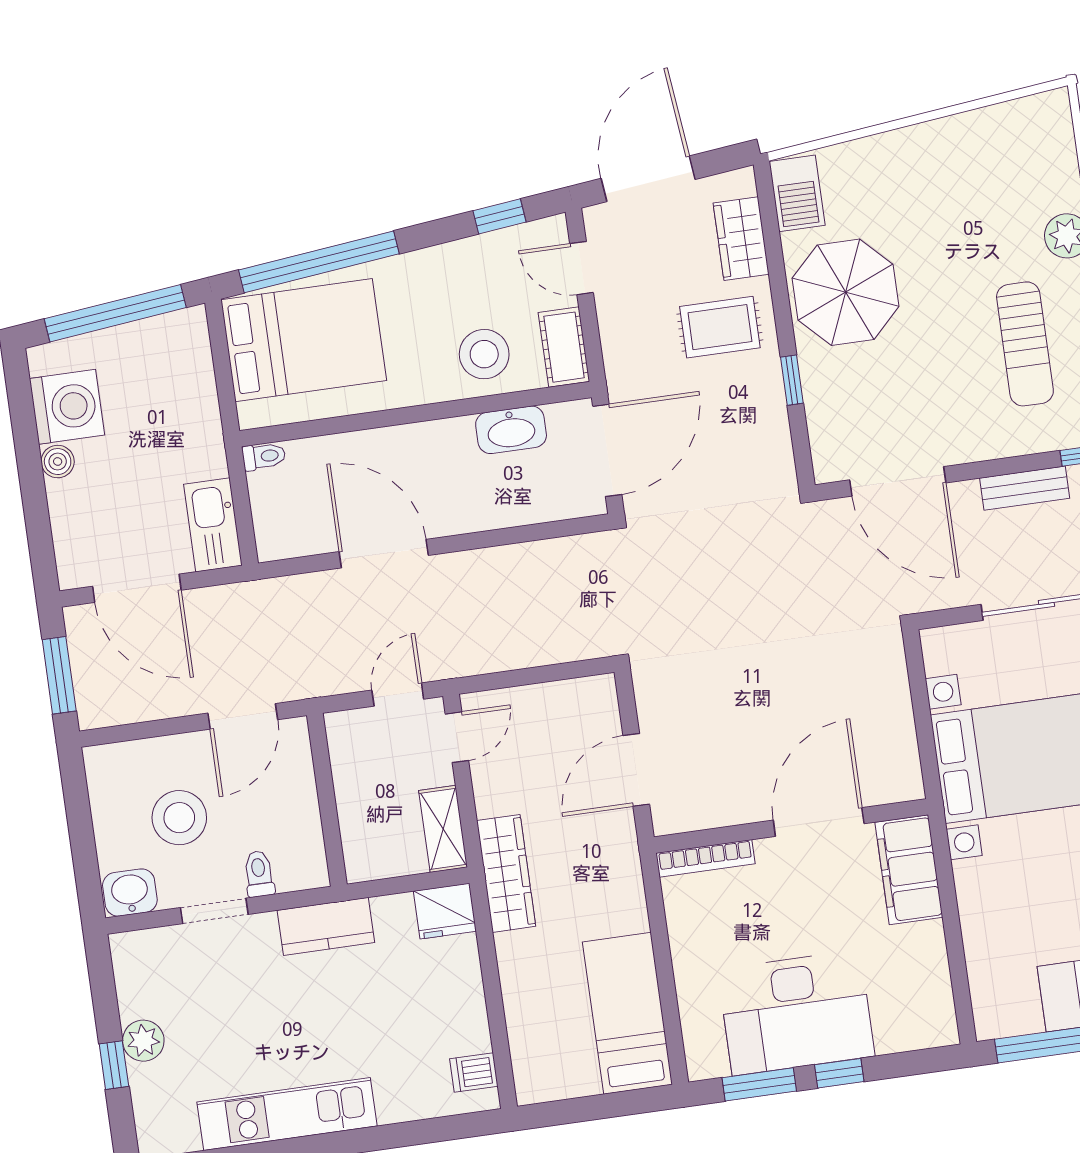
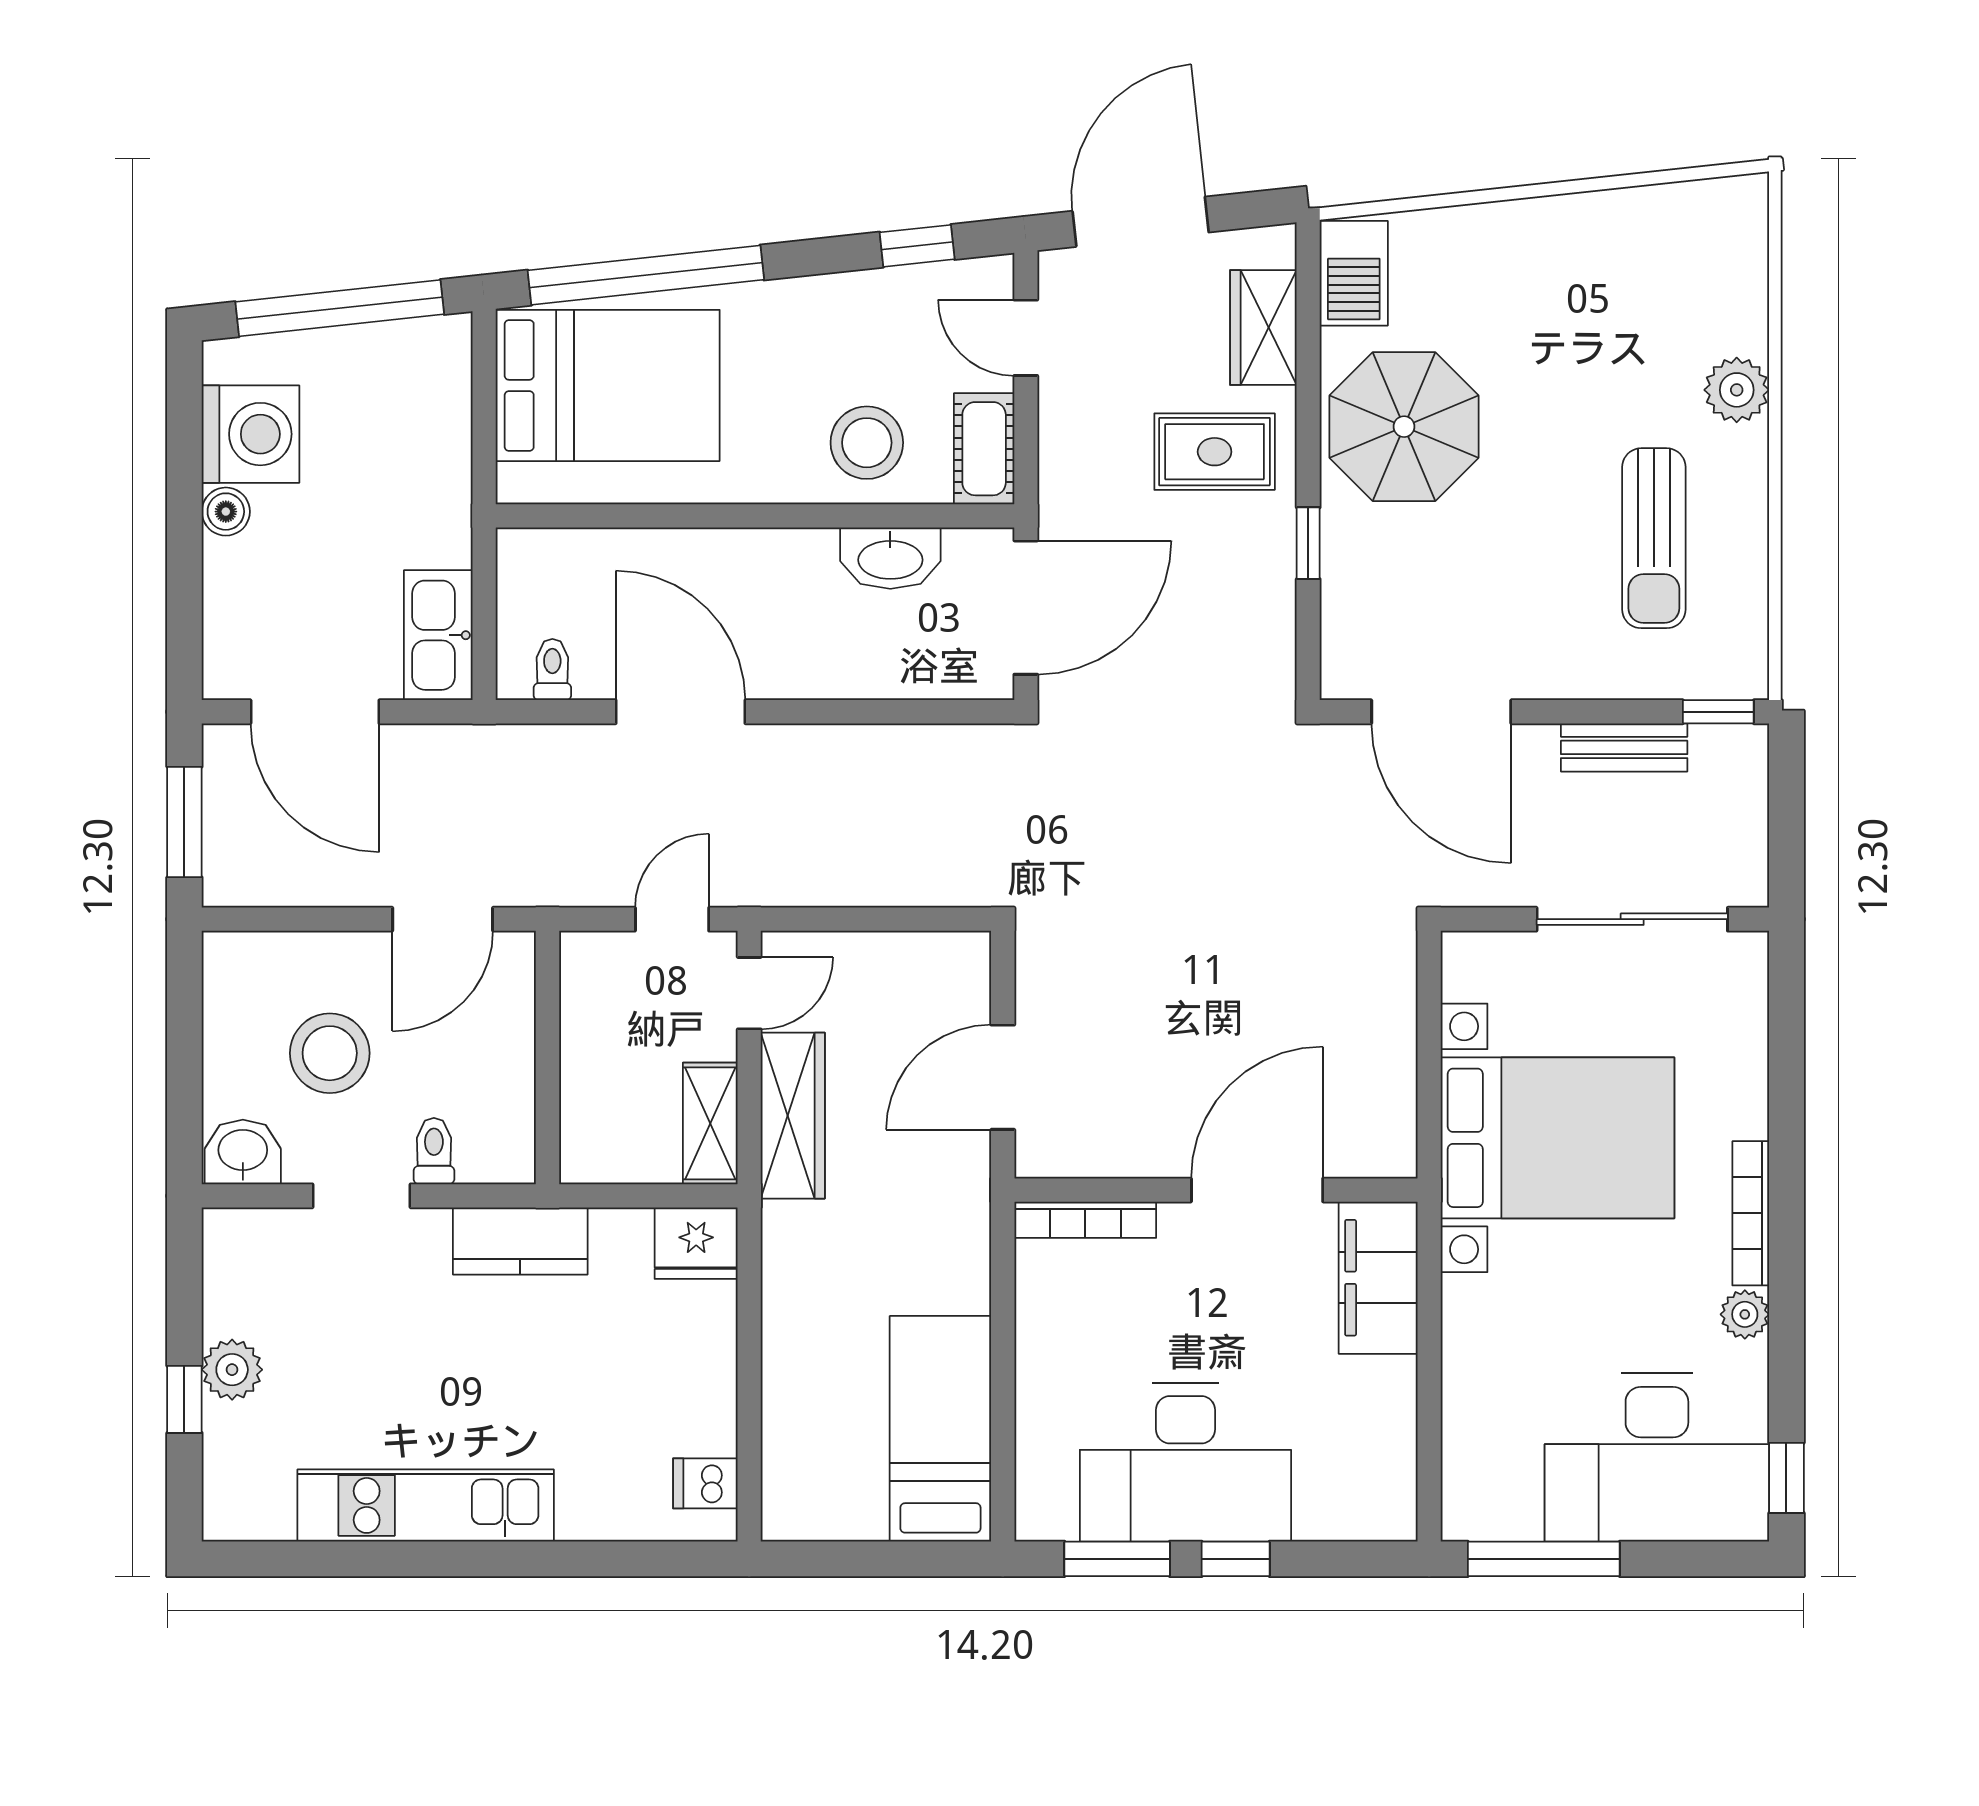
toilet: (264, 456) -> (552, 670), moved, turned -90
wardrobe: (506, 873) -> (793, 1116), moved

